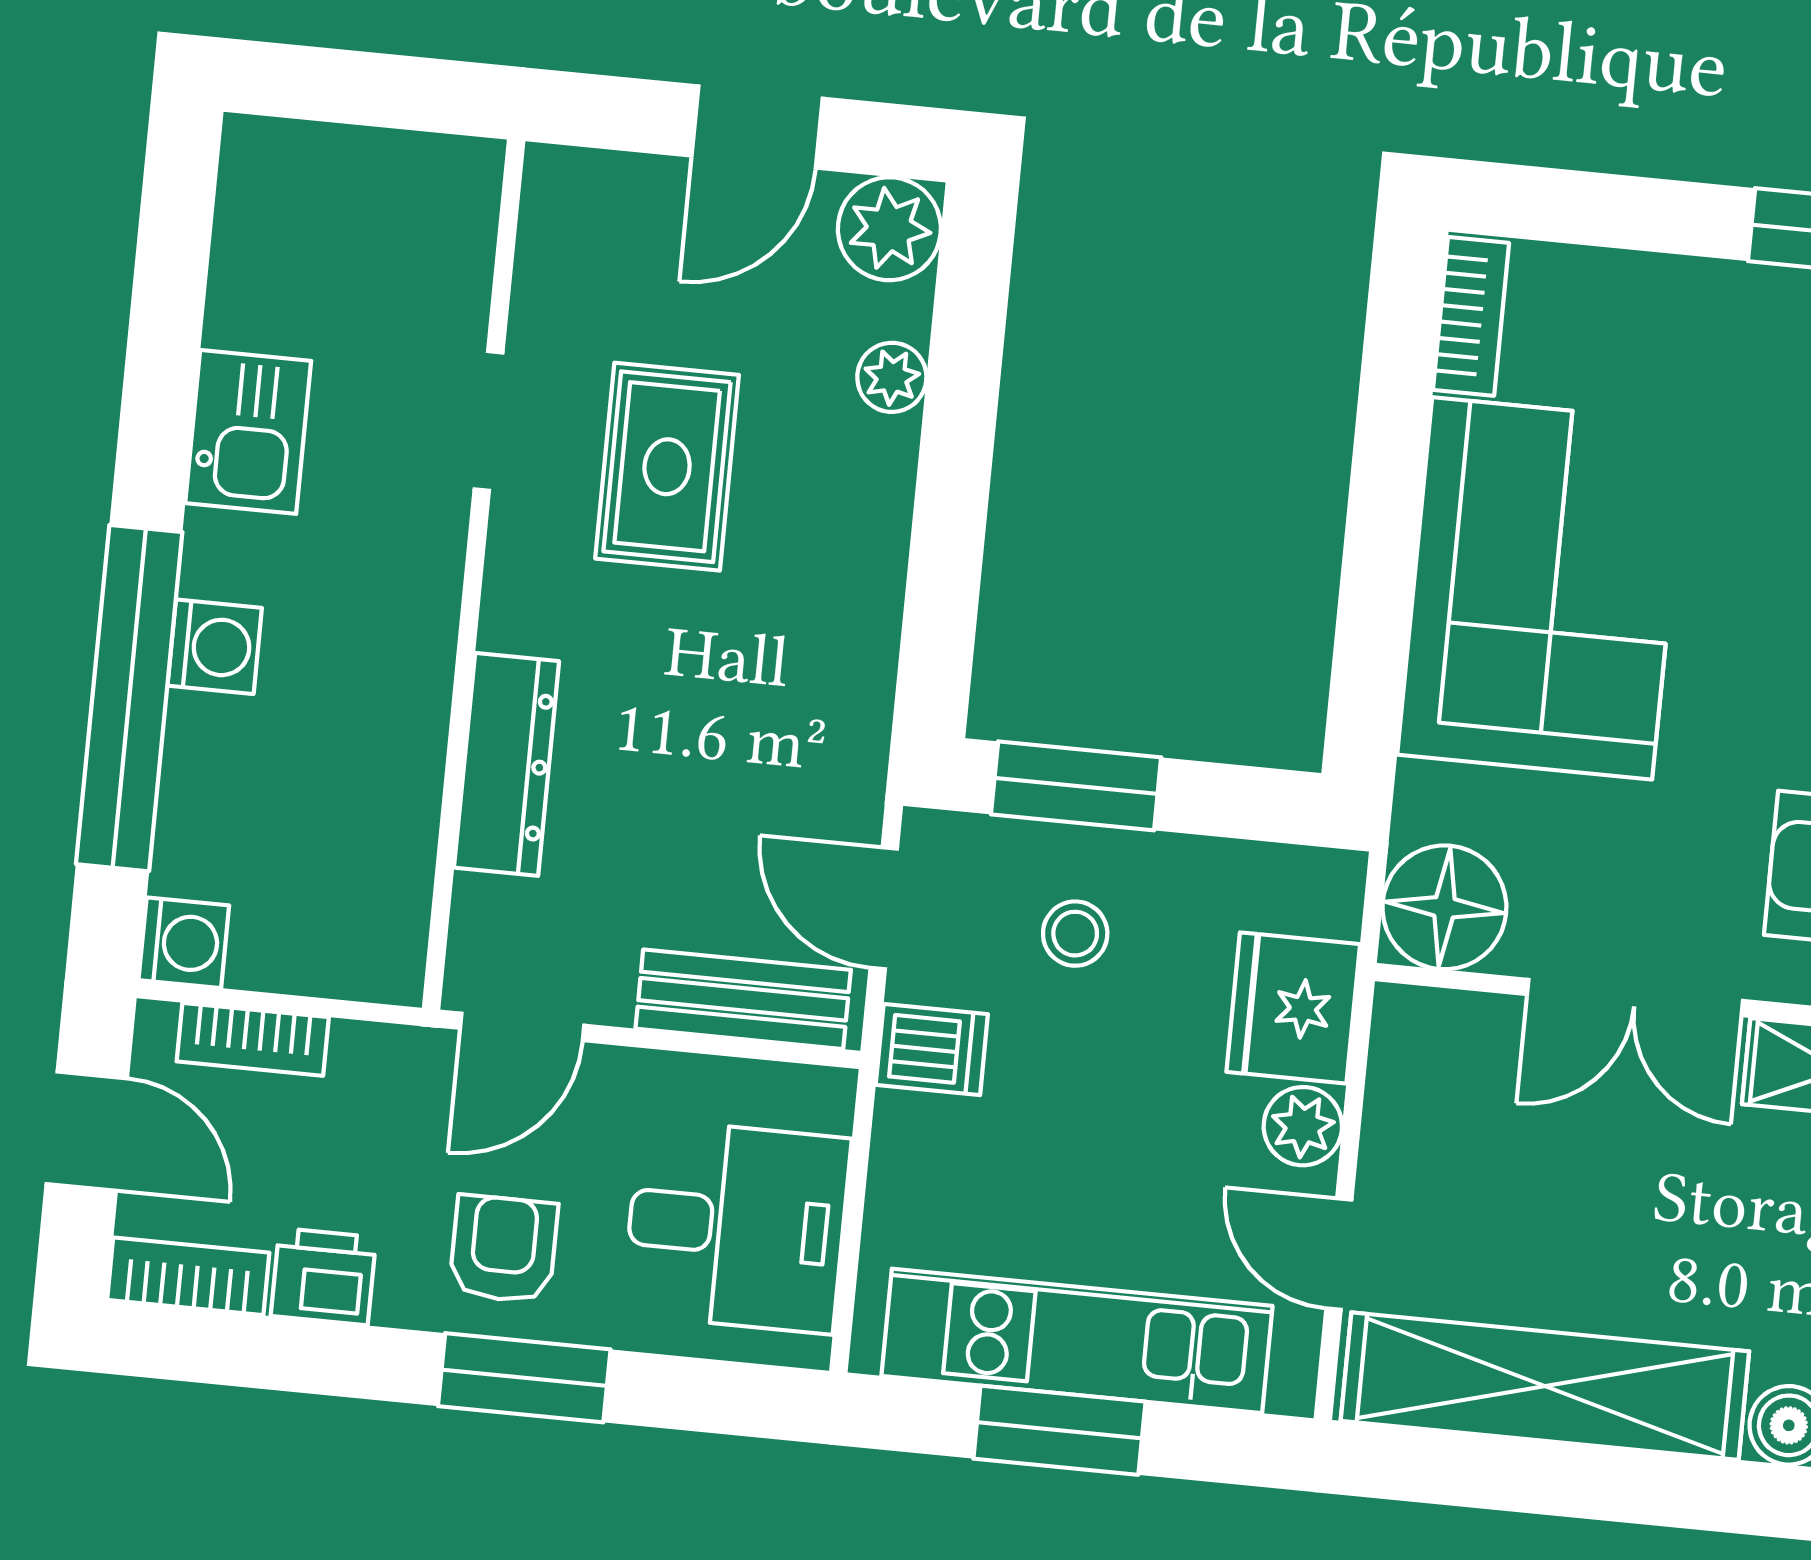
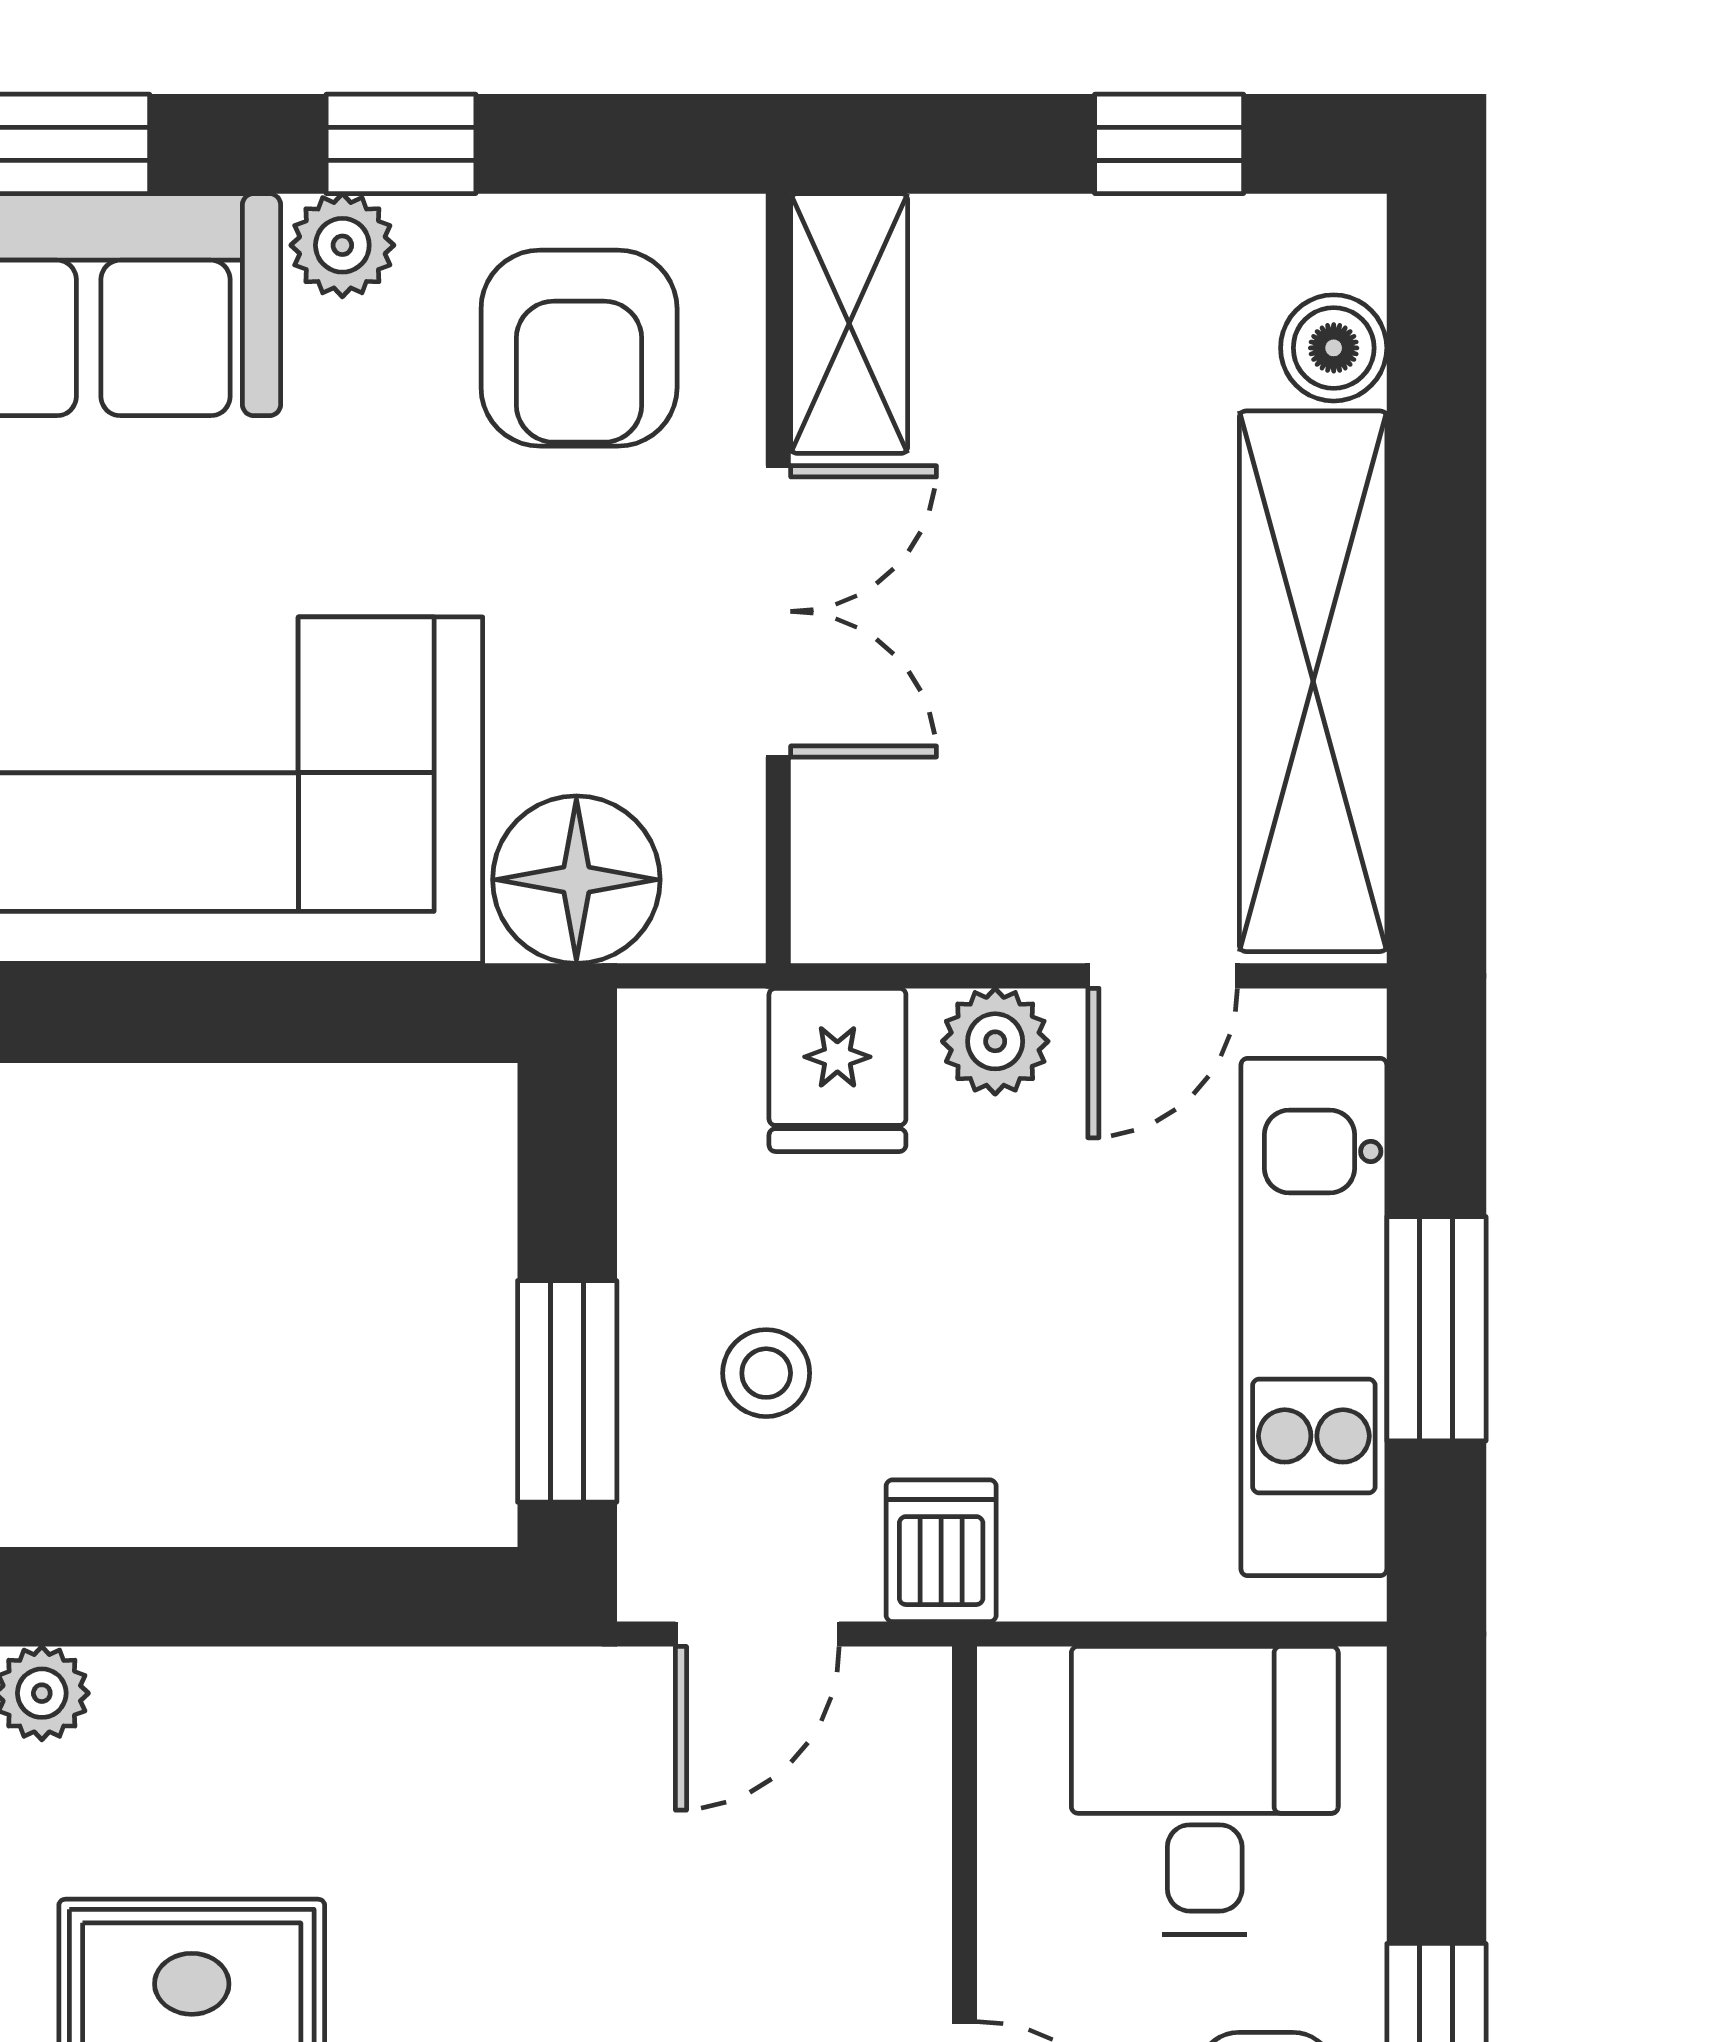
floor lamp: (1444, 907) -> (576, 880), moved
bench: (743, 999) -> (898, 1811), removed
fridge: (1293, 1008) -> (837, 1070), width x0.72

